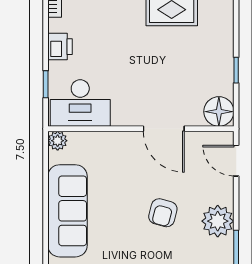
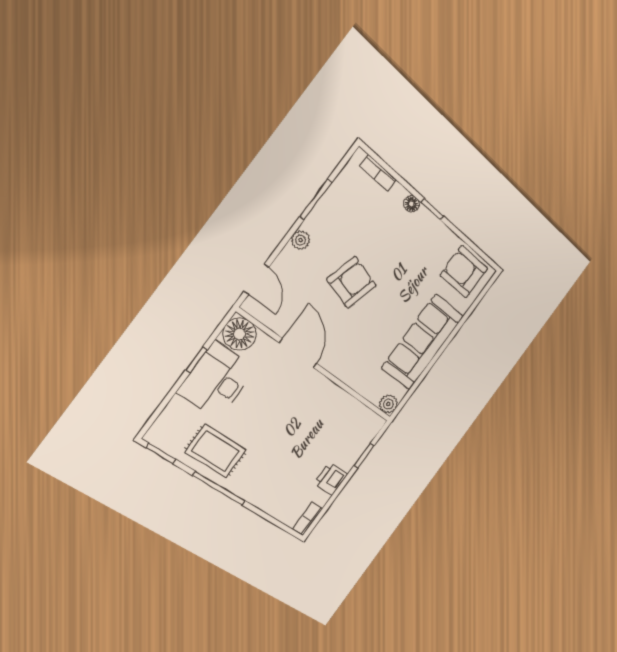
desk: (80, 103) -> (217, 380), moved, turned -90
armchair: (163, 213) -> (352, 282), width x1.38, depth x1.38
plant: (218, 221) -> (301, 240), width x0.53, depth x0.53

